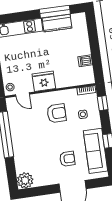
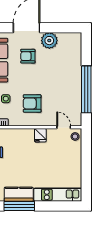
fridge: (44, 81) -> (40, 135), width x0.53, depth x0.75
plant: (25, 180) -> (49, 41), moved

